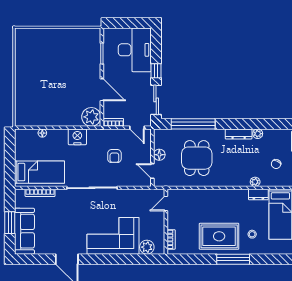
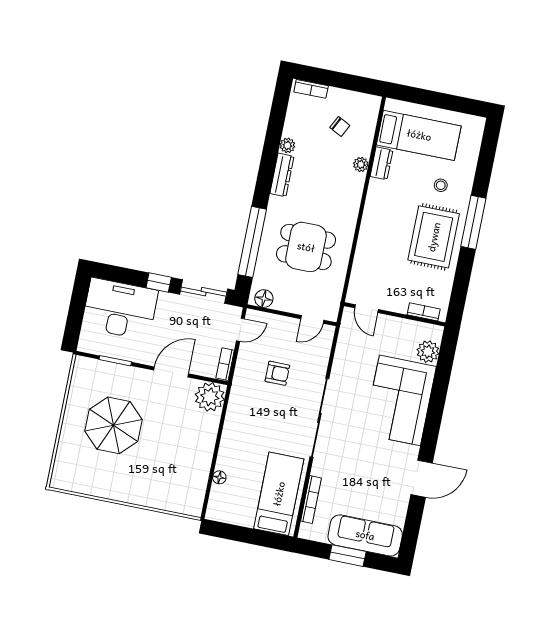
parasol: (61, 61) -> (114, 425), added
nightstand: (77, 137) -> (236, 424), removed
floor lamp: (159, 155) -> (264, 299), moved

